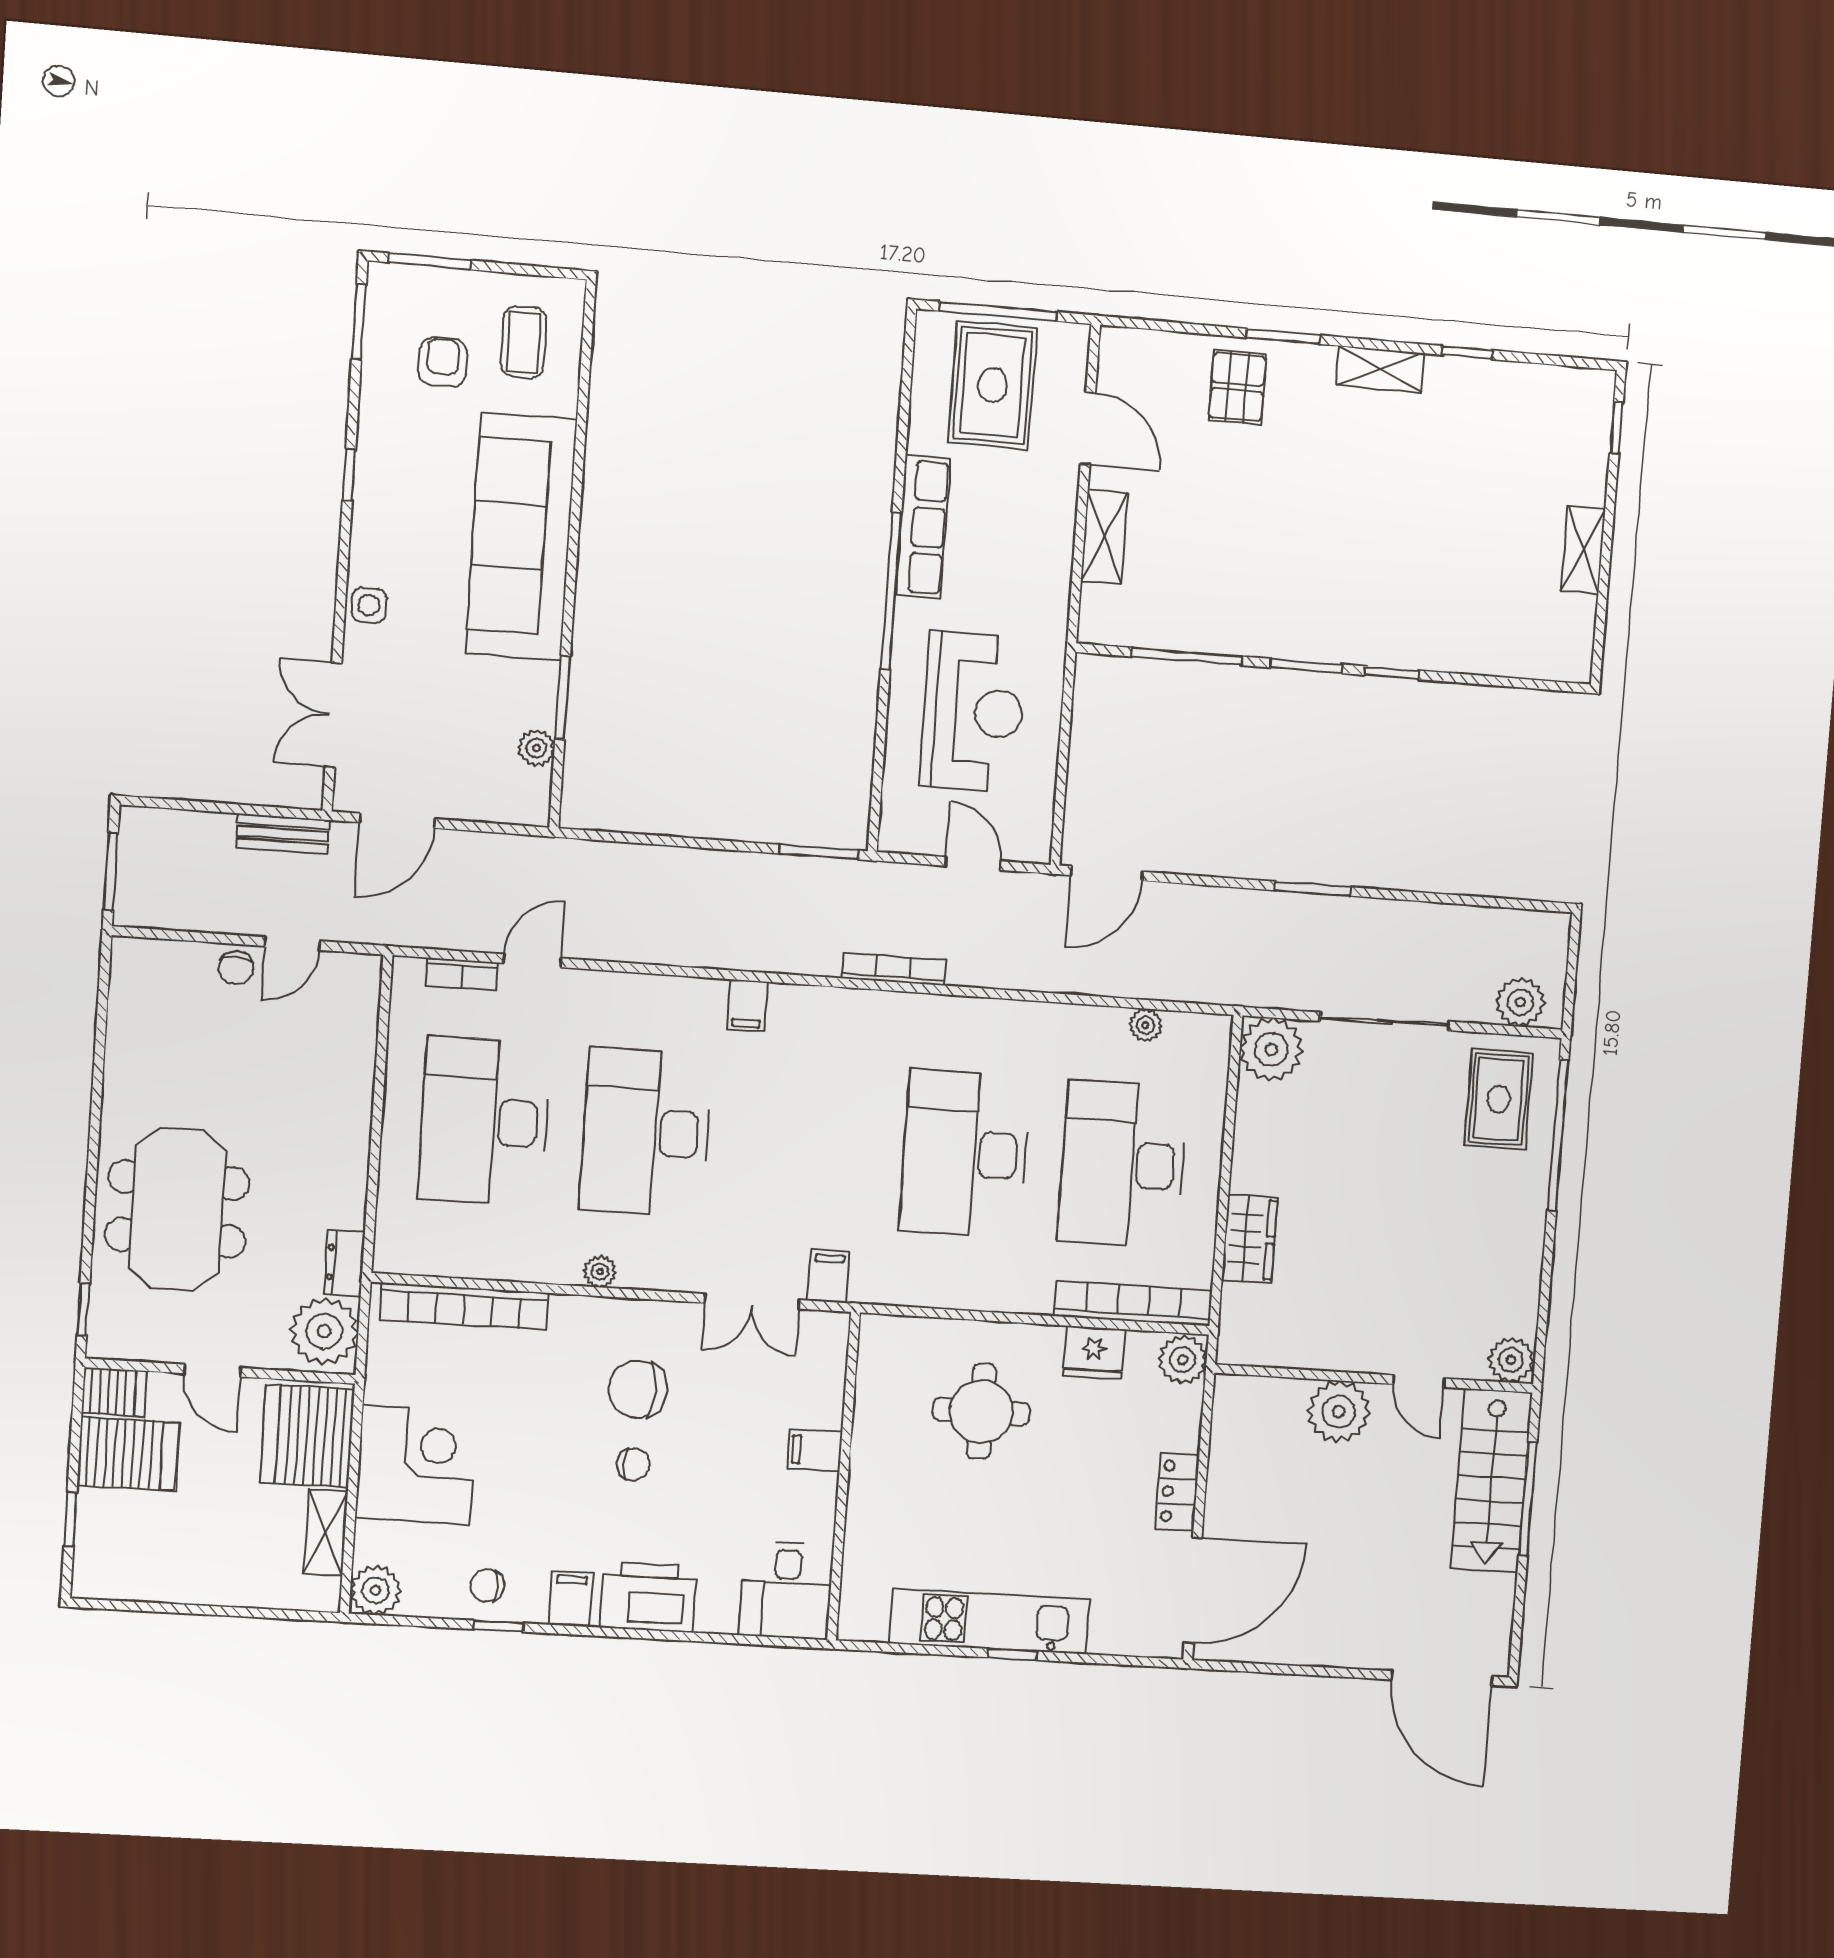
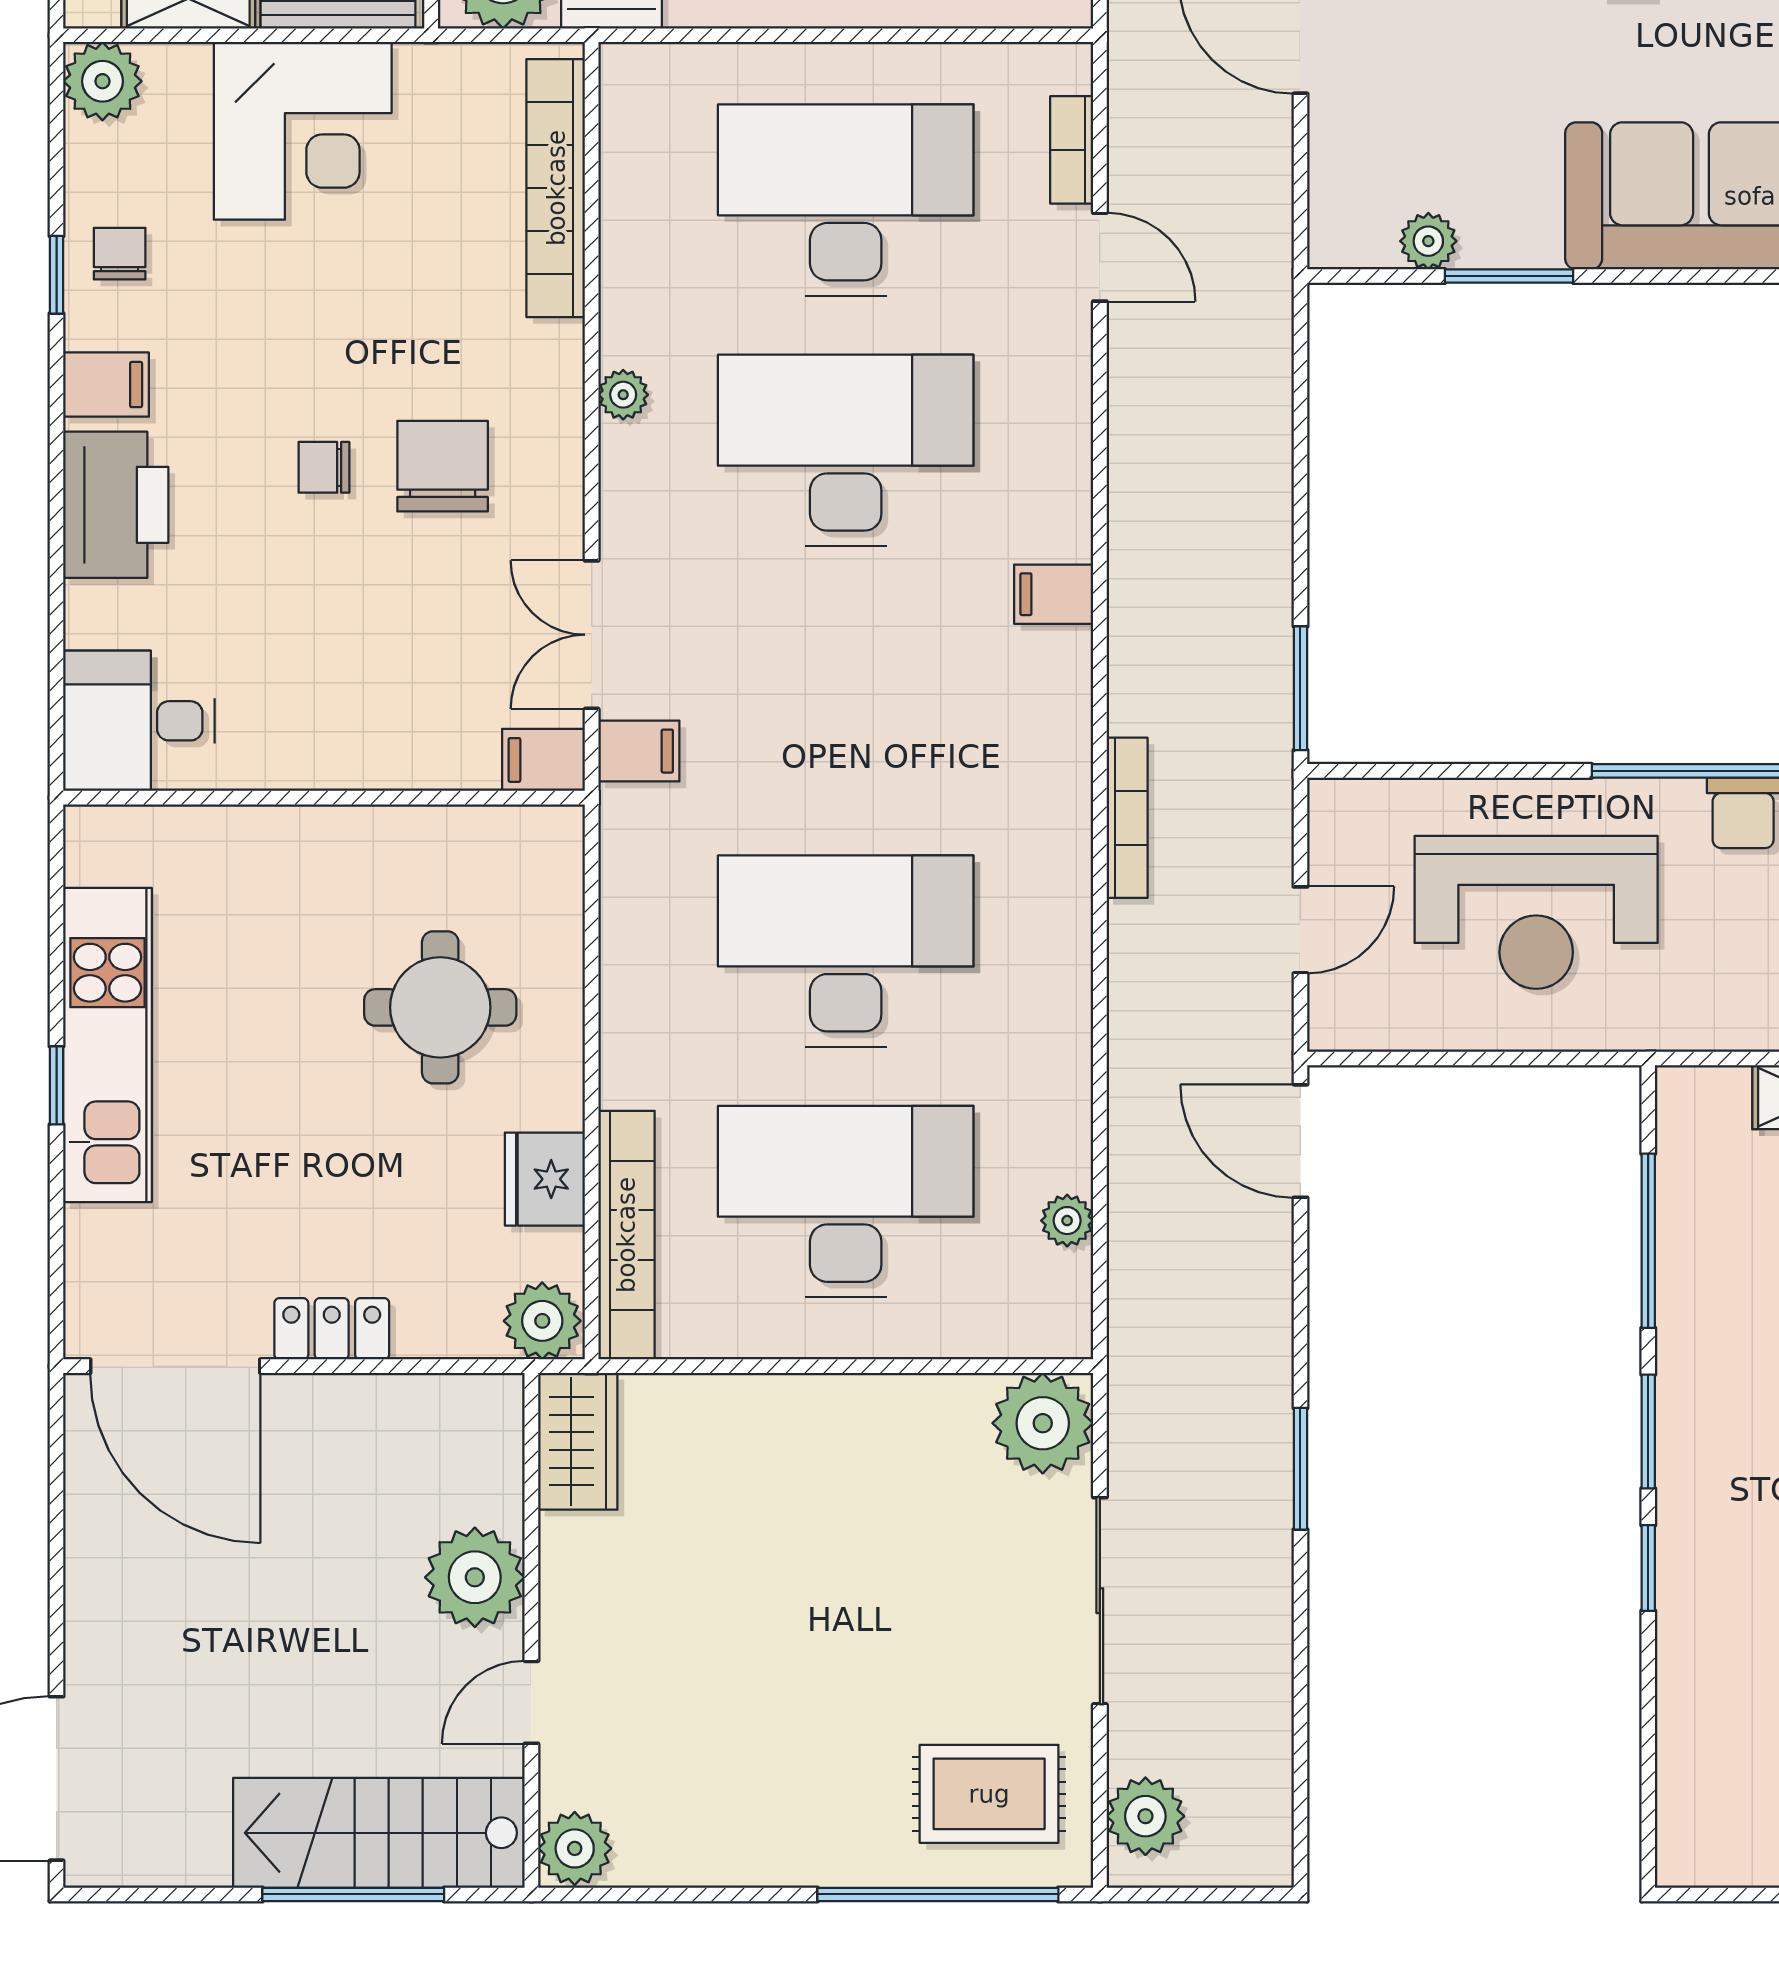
wardrobe: (1250, 1239) -> (578, 1441), moved, turned -90
filing cabinet: (815, 1450) -> (543, 760), moved, turned -90
chair: (633, 1464) -> (324, 467), turned 90

